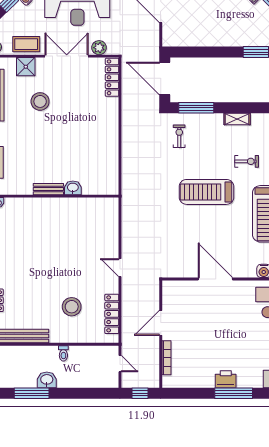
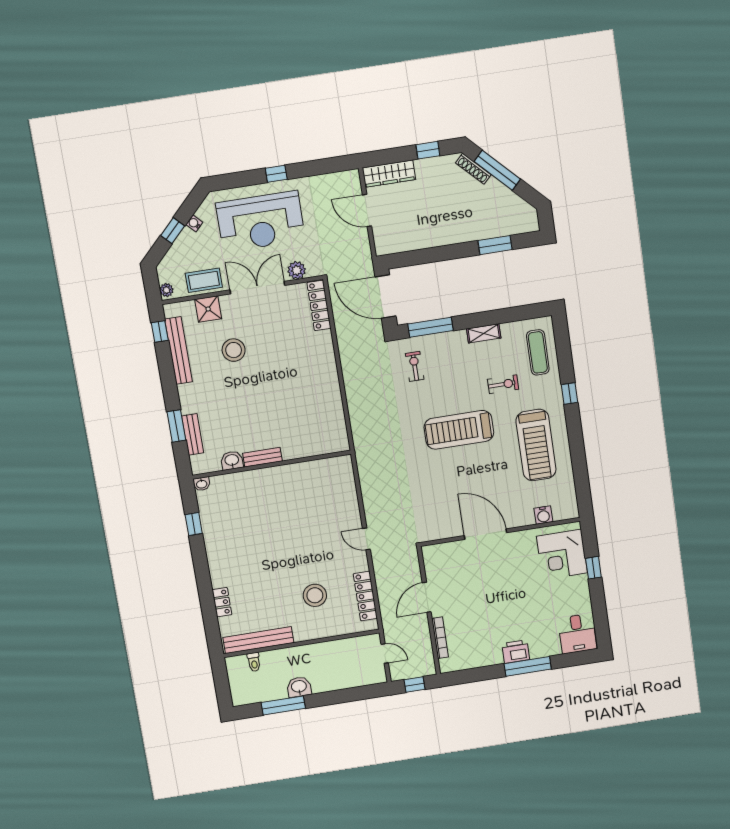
washbasin: (73, 188) -> (232, 460), moved
toilet: (63, 353) -> (254, 662), moved

